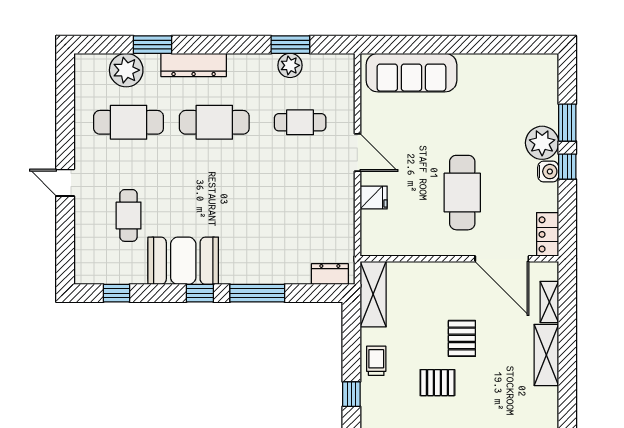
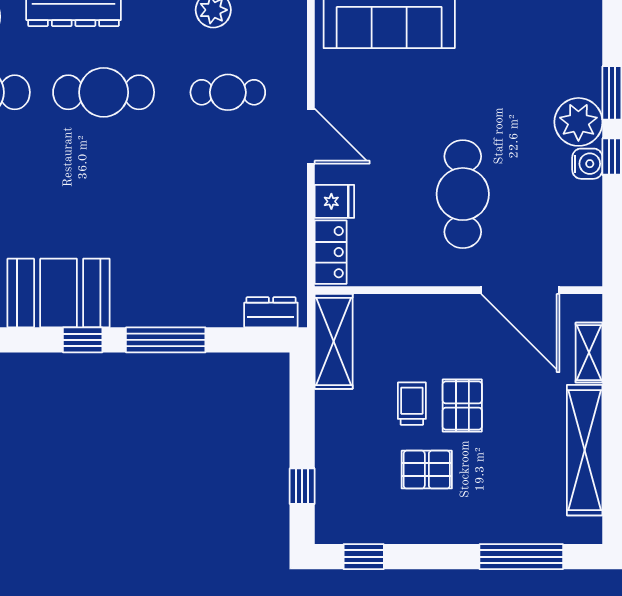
locker: (548, 234) -> (331, 252), moved, turned 180
shelving: (546, 355) -> (585, 450), width x1.47
trolley: (376, 361) -> (412, 404), moved

